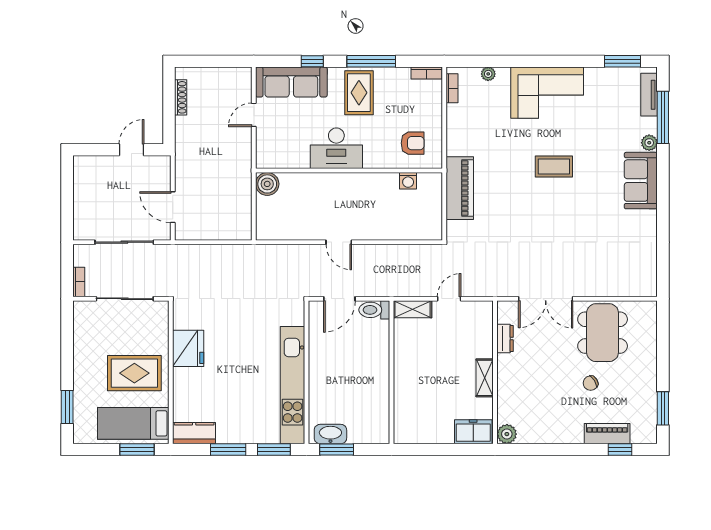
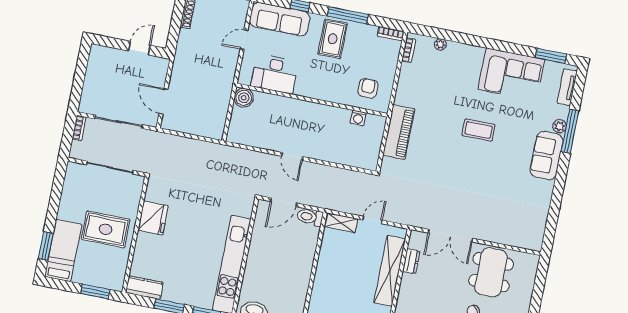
corner sofa: (547, 93) -> (511, 74), moved
window: (663, 117) -> (570, 131), moved
armchair: (413, 143) -> (368, 88), turned -90
desk: (336, 148) -> (275, 74), moved
bookcase: (79, 282) -> (79, 128), moved
shelving: (485, 378) -> (390, 271), width x2.20, depth x1.33
bed: (133, 423) -> (63, 250), moved, turned 90

